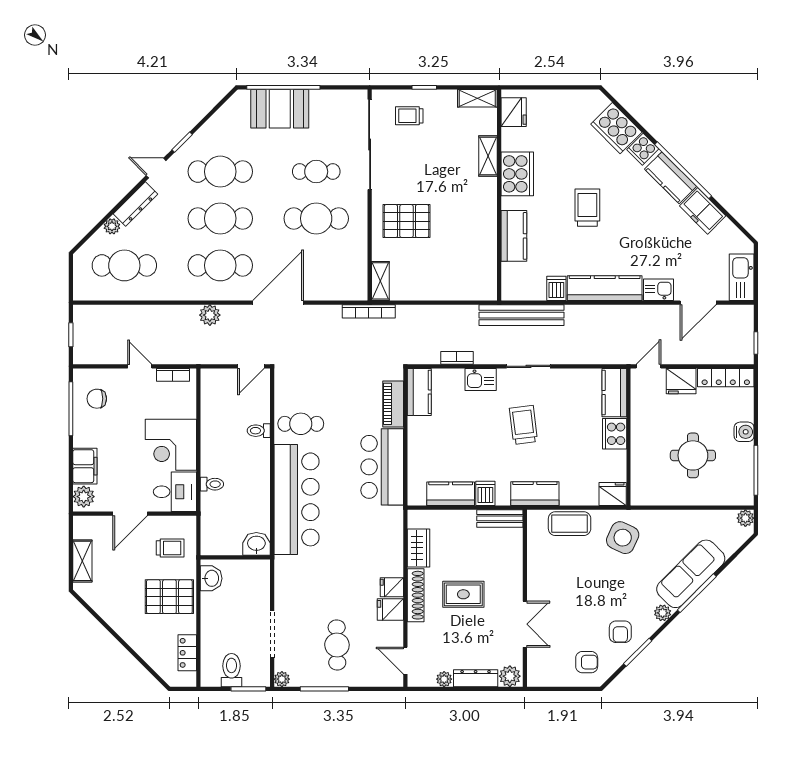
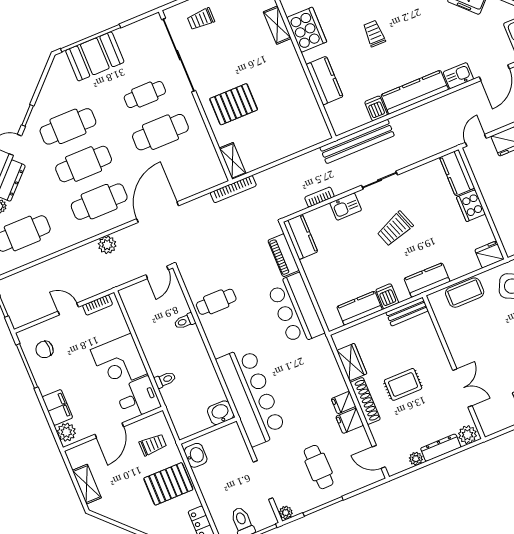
trolley: (587, 208) -> (374, 33), width x0.73, depth x0.72
trolley: (523, 425) -> (395, 229), turned -103
bar counter: (296, 499) -> (251, 396), moved

